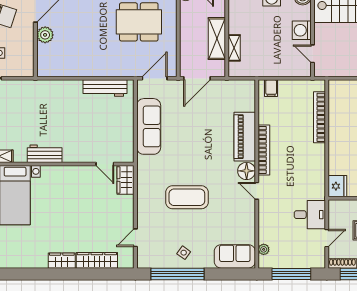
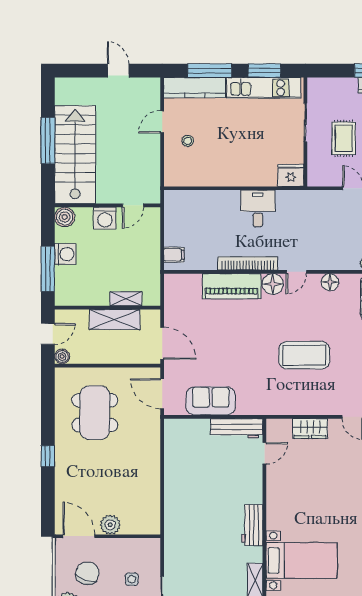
workbench: (105, 88) -> (237, 428), moved, turned 90
bookcase: (319, 117) -> (209, 197), removed
sofa: (149, 126) -> (211, 401), width x0.73
wardrobe: (126, 180) -> (310, 429), moved
coffee table: (187, 197) -> (304, 355), turned 90
desk: (310, 215) -> (258, 208), moved
floor lamp: (248, 219) -> (330, 282), added

